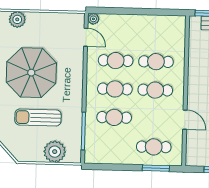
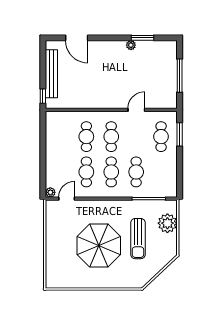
plant: (17, 19) -> (53, 259), removed

